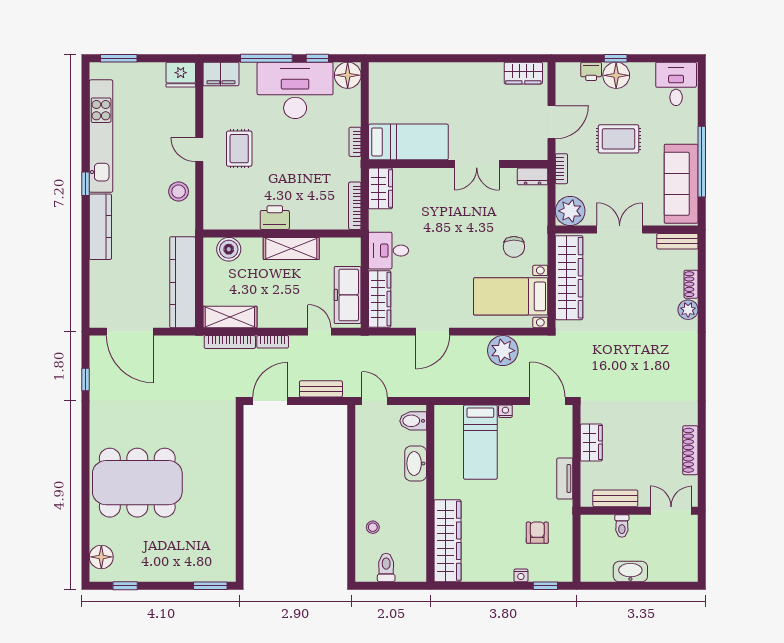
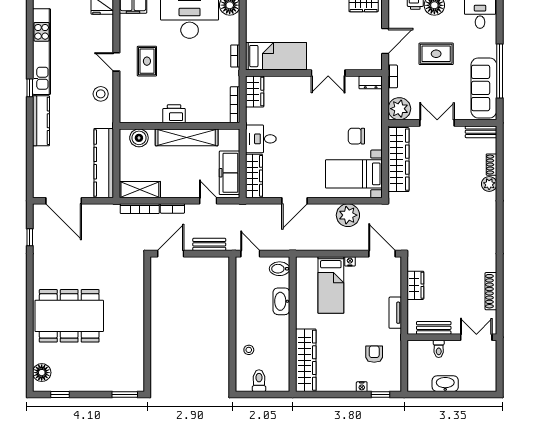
chair: (514, 247) -> (356, 136), turned 90
shelving: (291, 248) -> (187, 137), width x1.47

